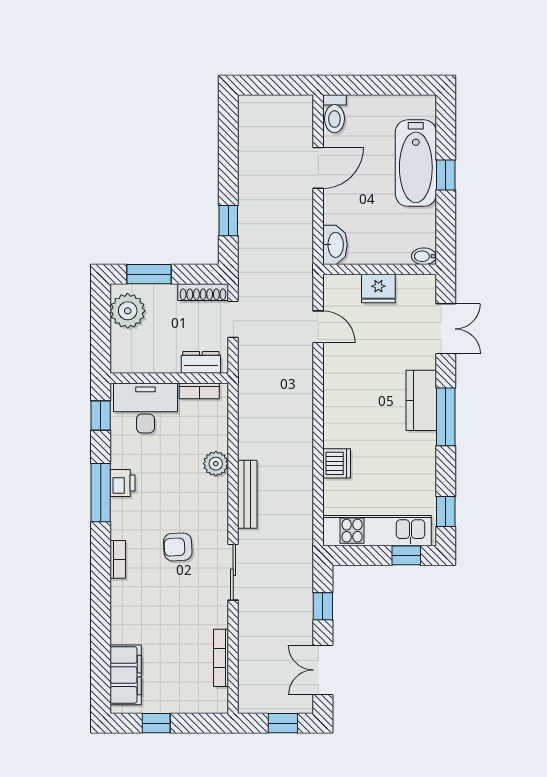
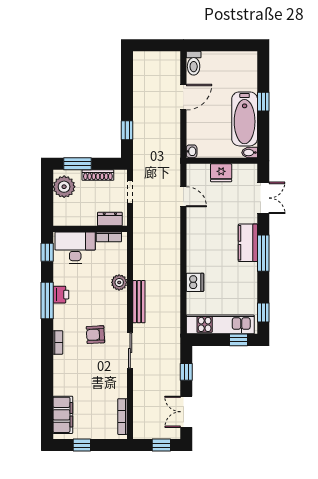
bathtub: (416, 163) -> (245, 119), moved
washbasin: (335, 245) -> (192, 151), width x0.52, depth x0.69
shoe rack: (203, 292) -> (98, 175), moved
bookcase: (221, 658) -> (122, 417), moved

